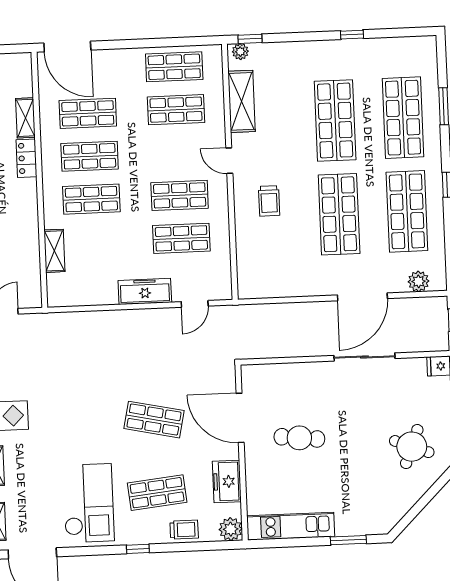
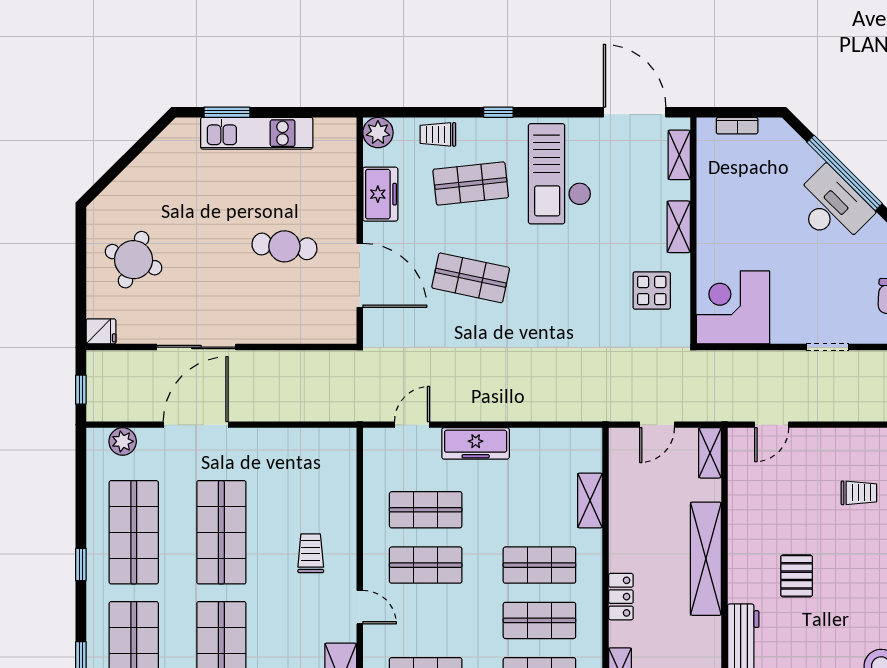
locker: (26, 158) -> (621, 597), moved
round table: (412, 447) -> (134, 260), moved
kitchen unit: (291, 526) -> (257, 133), moved

